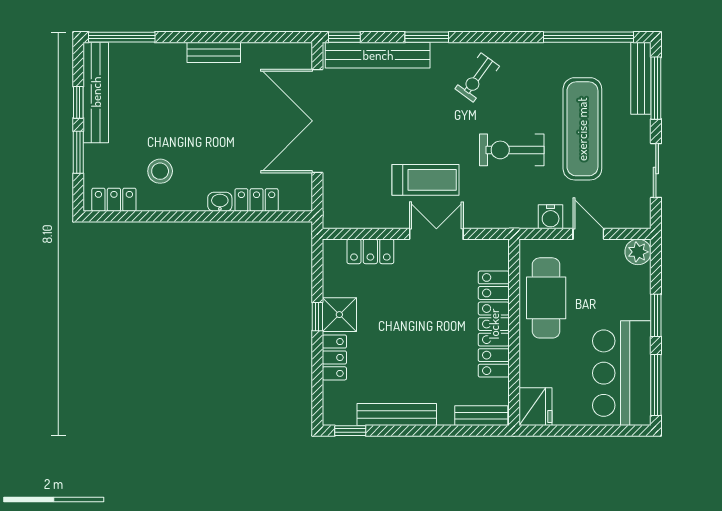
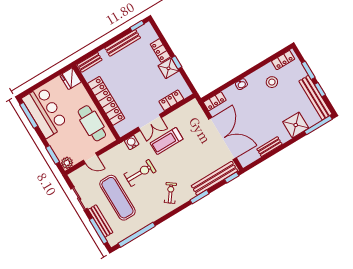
bench: (214, 52) -> (269, 147), moved
shower: (164, 63) -> (296, 125), added
bench: (641, 78) -> (100, 221), moved
locker: (257, 200) -> (215, 101), moved
water cooler: (551, 217) -> (132, 142), moved
window: (656, 315) -> (53, 155), moved

